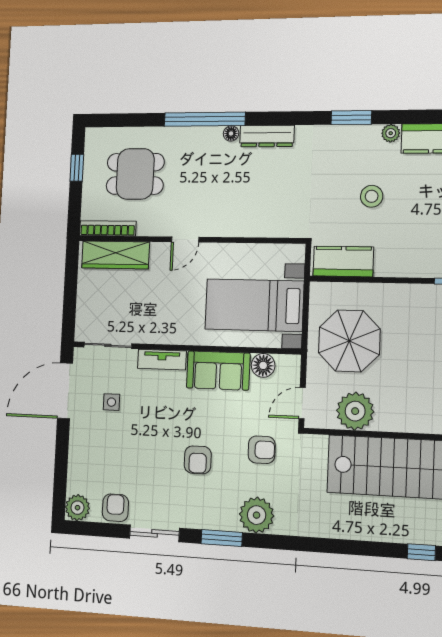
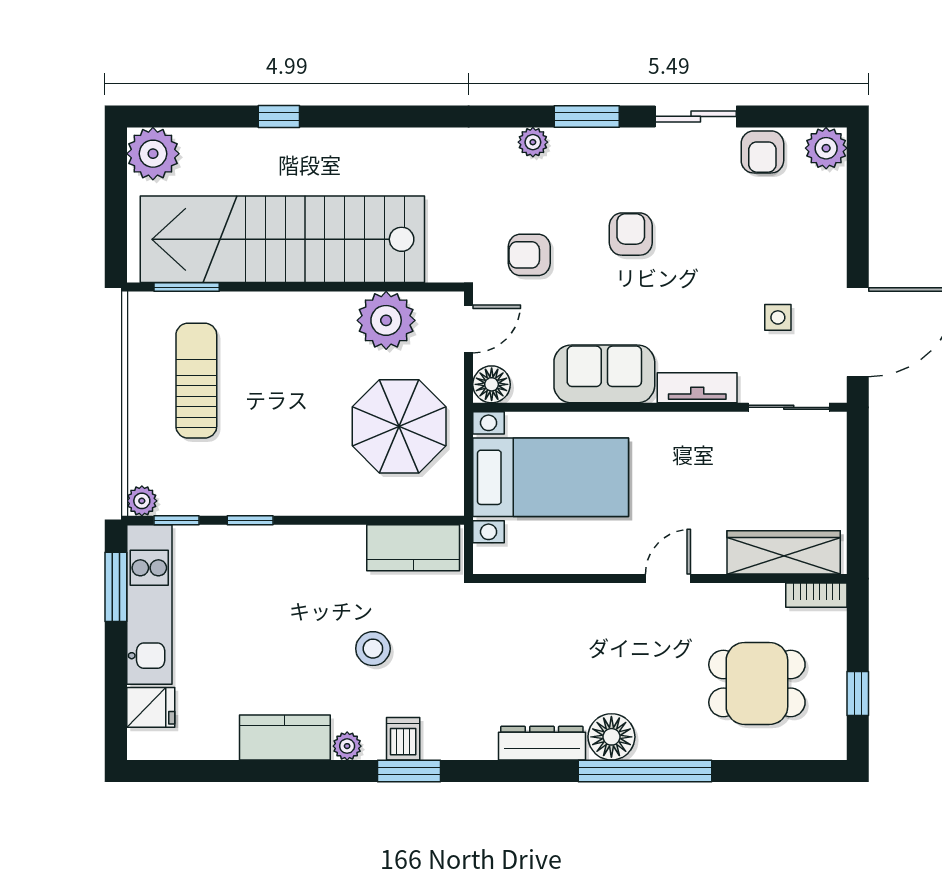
floor lamp: (231, 133) -> (611, 737), width x1.89, depth x1.89
dishwasher: (354, 138) -> (403, 739), added
bookcase: (108, 228) -> (816, 595), width x0.64
floor lamp: (263, 365) -> (492, 384), moved
plant: (257, 515) -> (533, 142), width x0.53, depth x0.53

